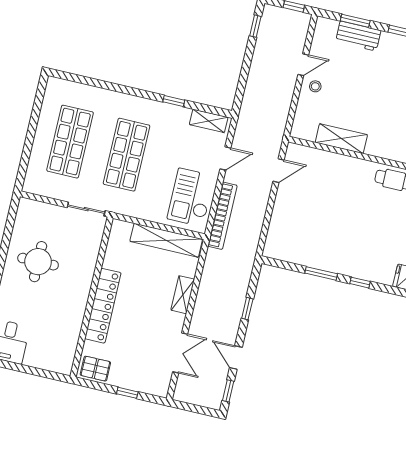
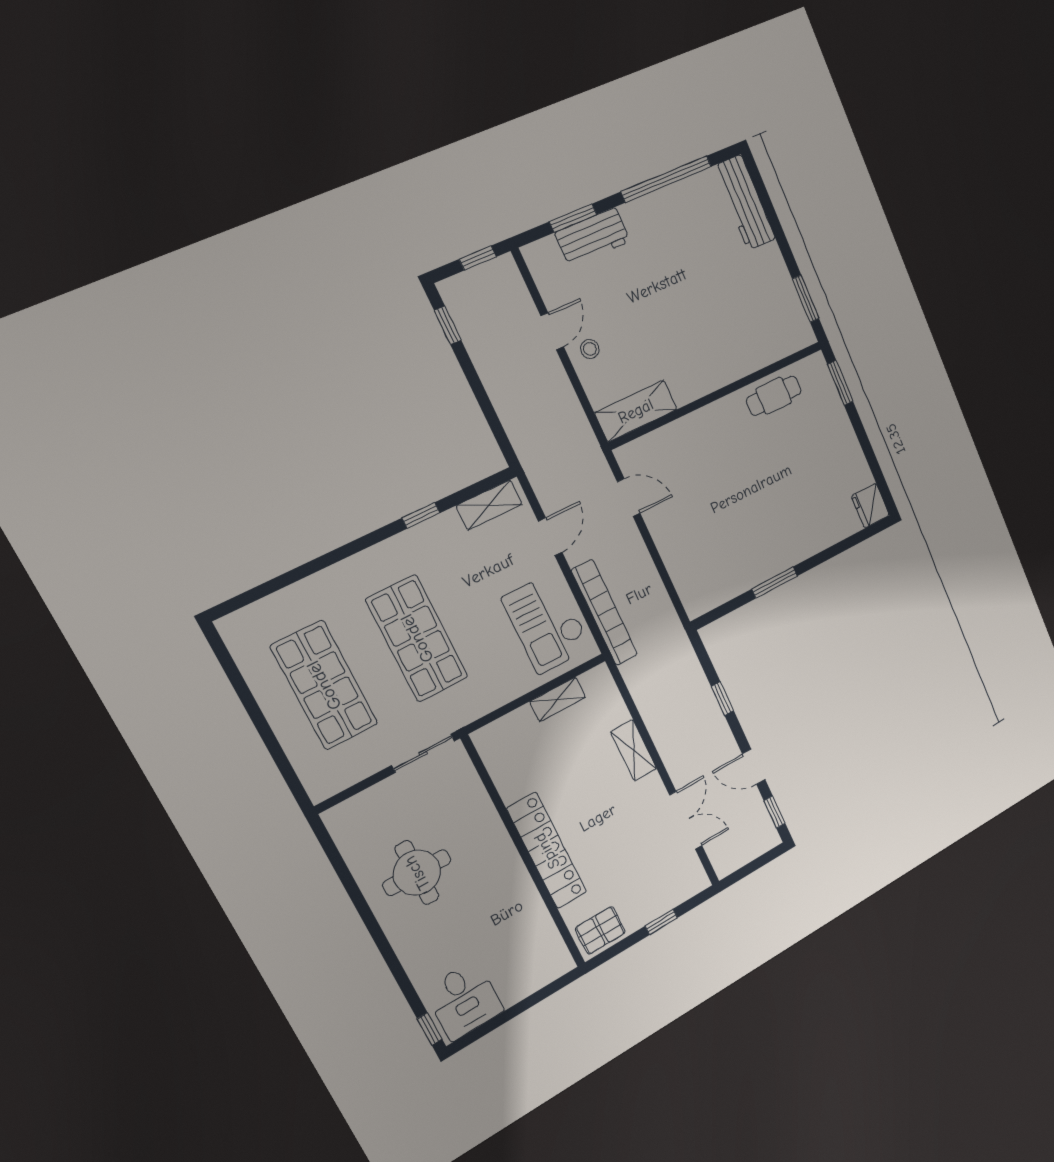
shelving: (341, 139) -> (636, 411), moved
door: (279, 171) -> (629, 498), hinge flipped
shelving: (166, 240) -> (558, 699), width x0.45, depth x0.75
window: (360, 283) -> (826, 555), removed

